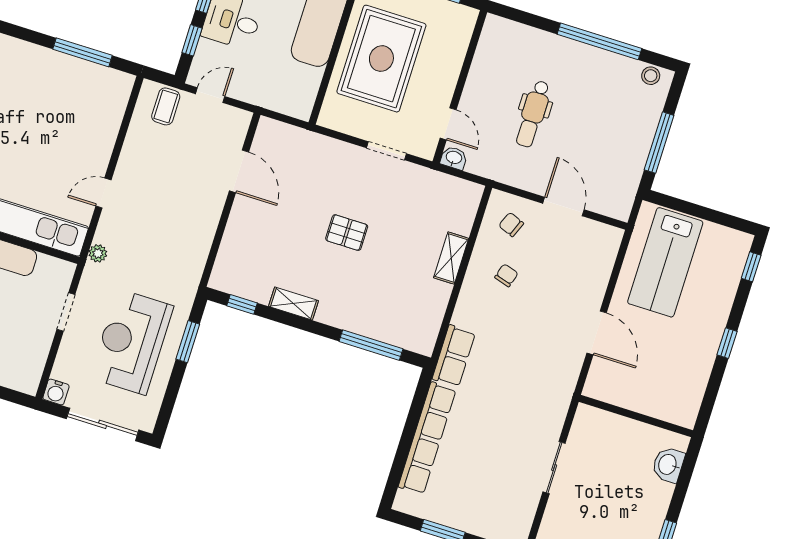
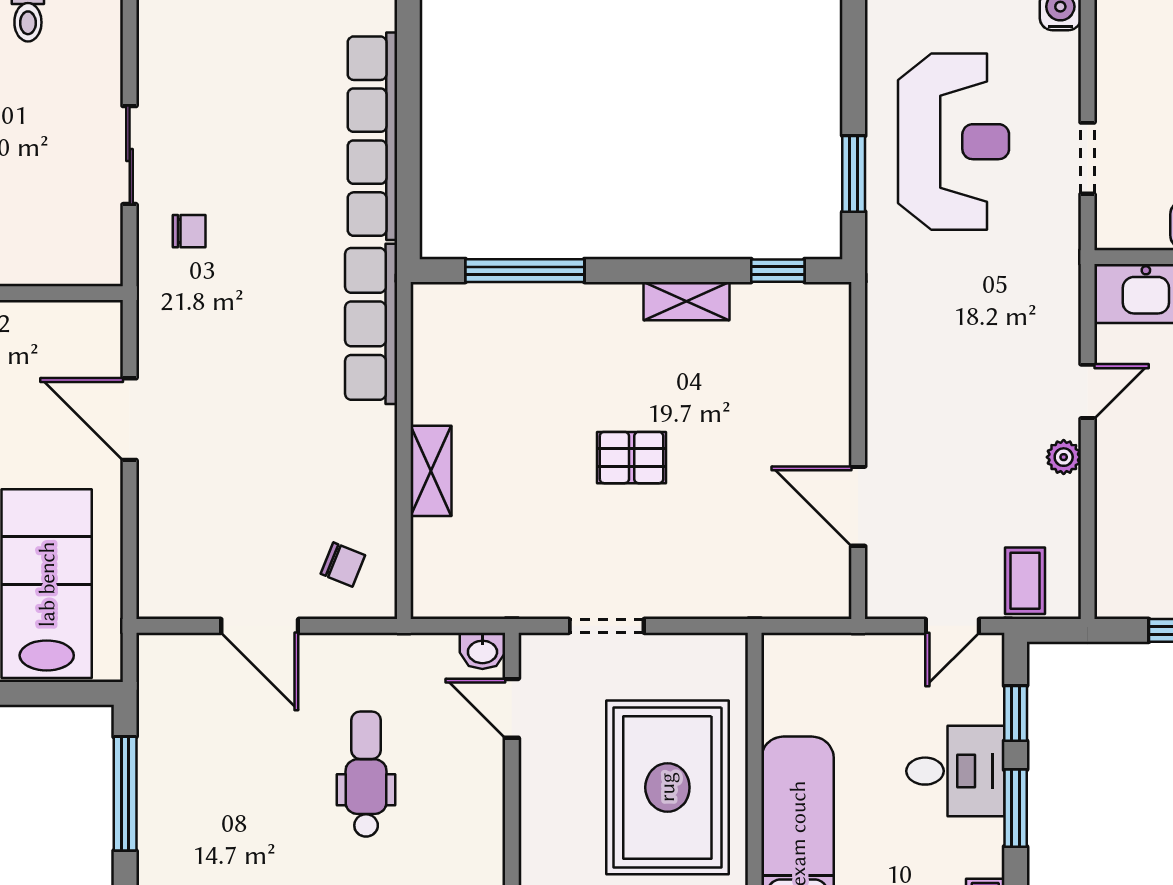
plant: (98, 253) -> (1064, 457), moved
chair: (506, 275) -> (189, 231), moved, turned -107
row of seats: (454, 356) -> (371, 324), width x1.48

